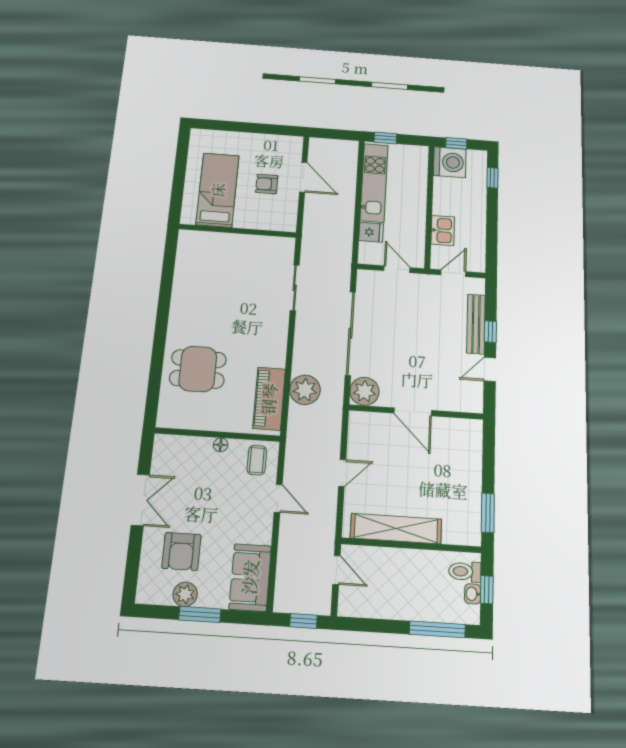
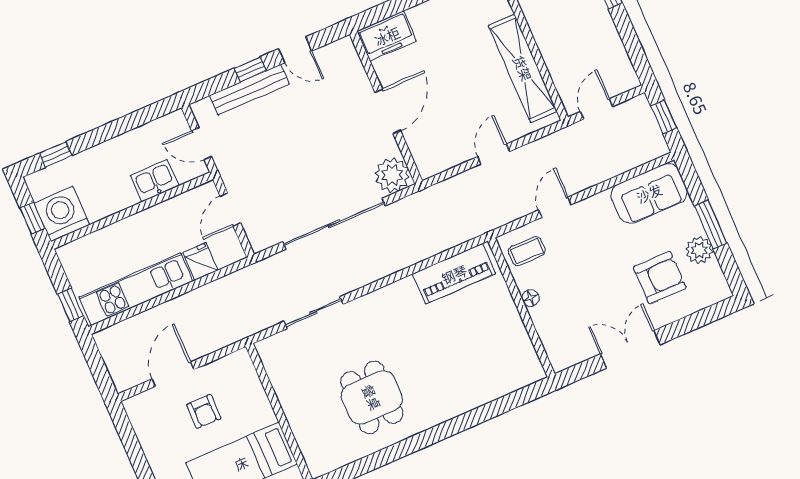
dining table: (198, 369) -> (372, 397), moved
plant: (305, 390) -> (424, 240), removed
freezer: (469, 439) -> (387, 36), added
door: (342, 473) -> (494, 154), hinge flipped

